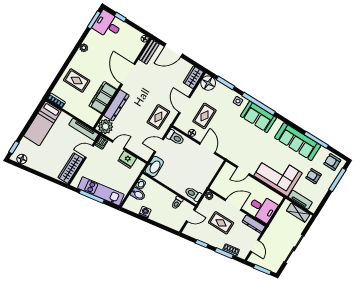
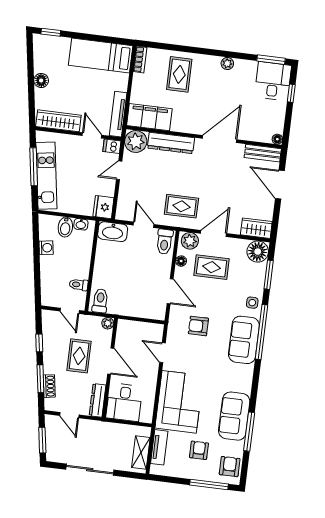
filing cabinet: (103, 98) -> (149, 117), moved
plant: (182, 122) -> (190, 241), added
armchair: (237, 141) -> (198, 326), added
sofa: (298, 142) -> (234, 416), width x0.73
door: (118, 145) -> (119, 170), swing flipped
door: (207, 148) -> (170, 291), hinge flipped
floor lamp: (22, 159) -> (41, 80), moved
fridge: (127, 159) -> (103, 207), moved
door: (255, 246) -> (69, 415), hinge flipped

